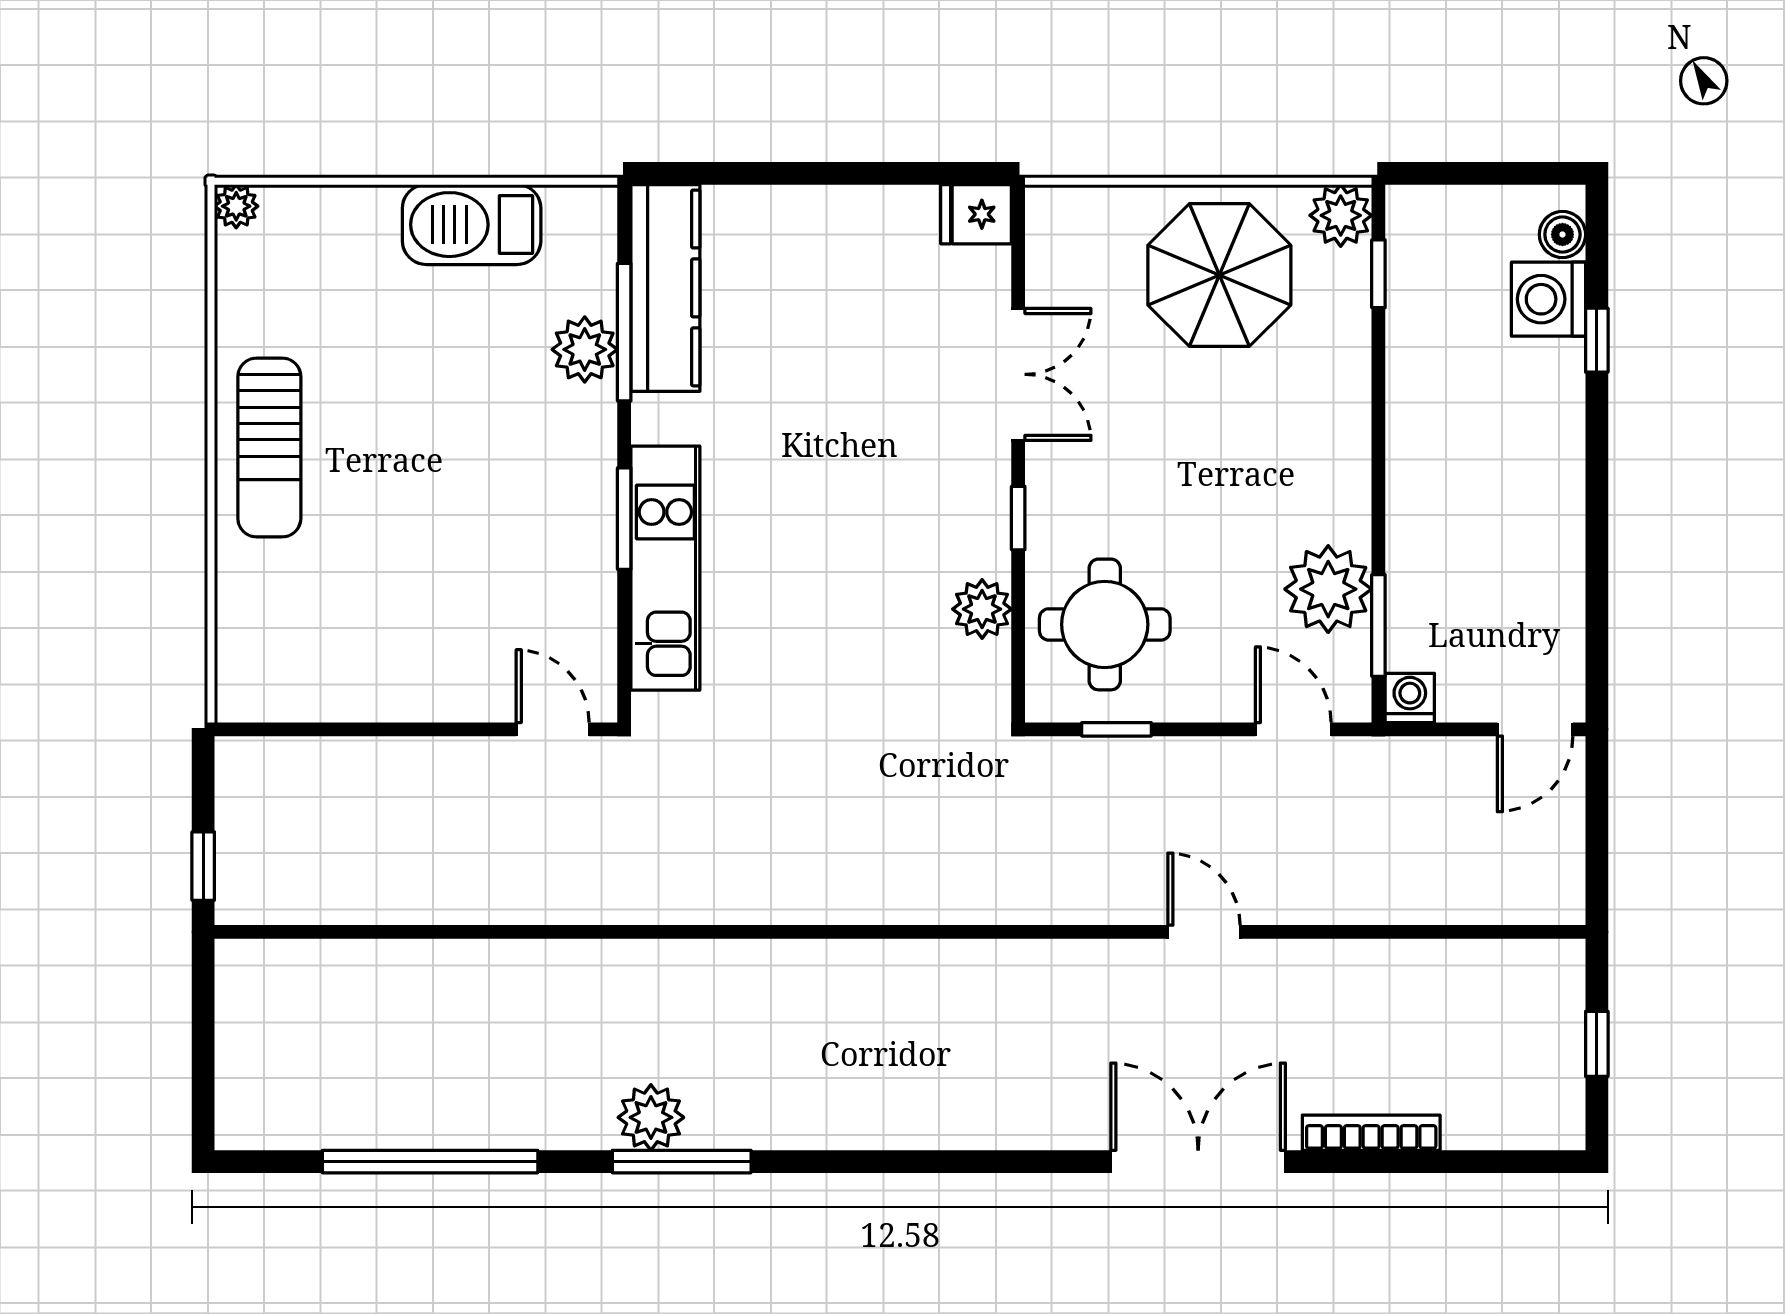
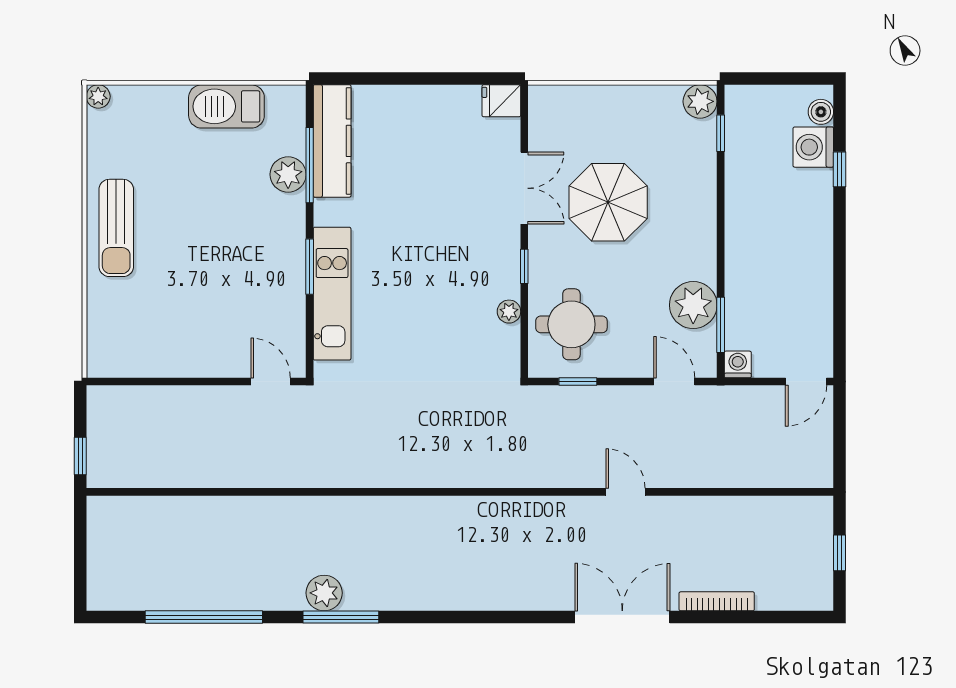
parasol: (1219, 275) -> (608, 202), moved
plant: (982, 609) -> (509, 312), width x0.73, depth x0.73

